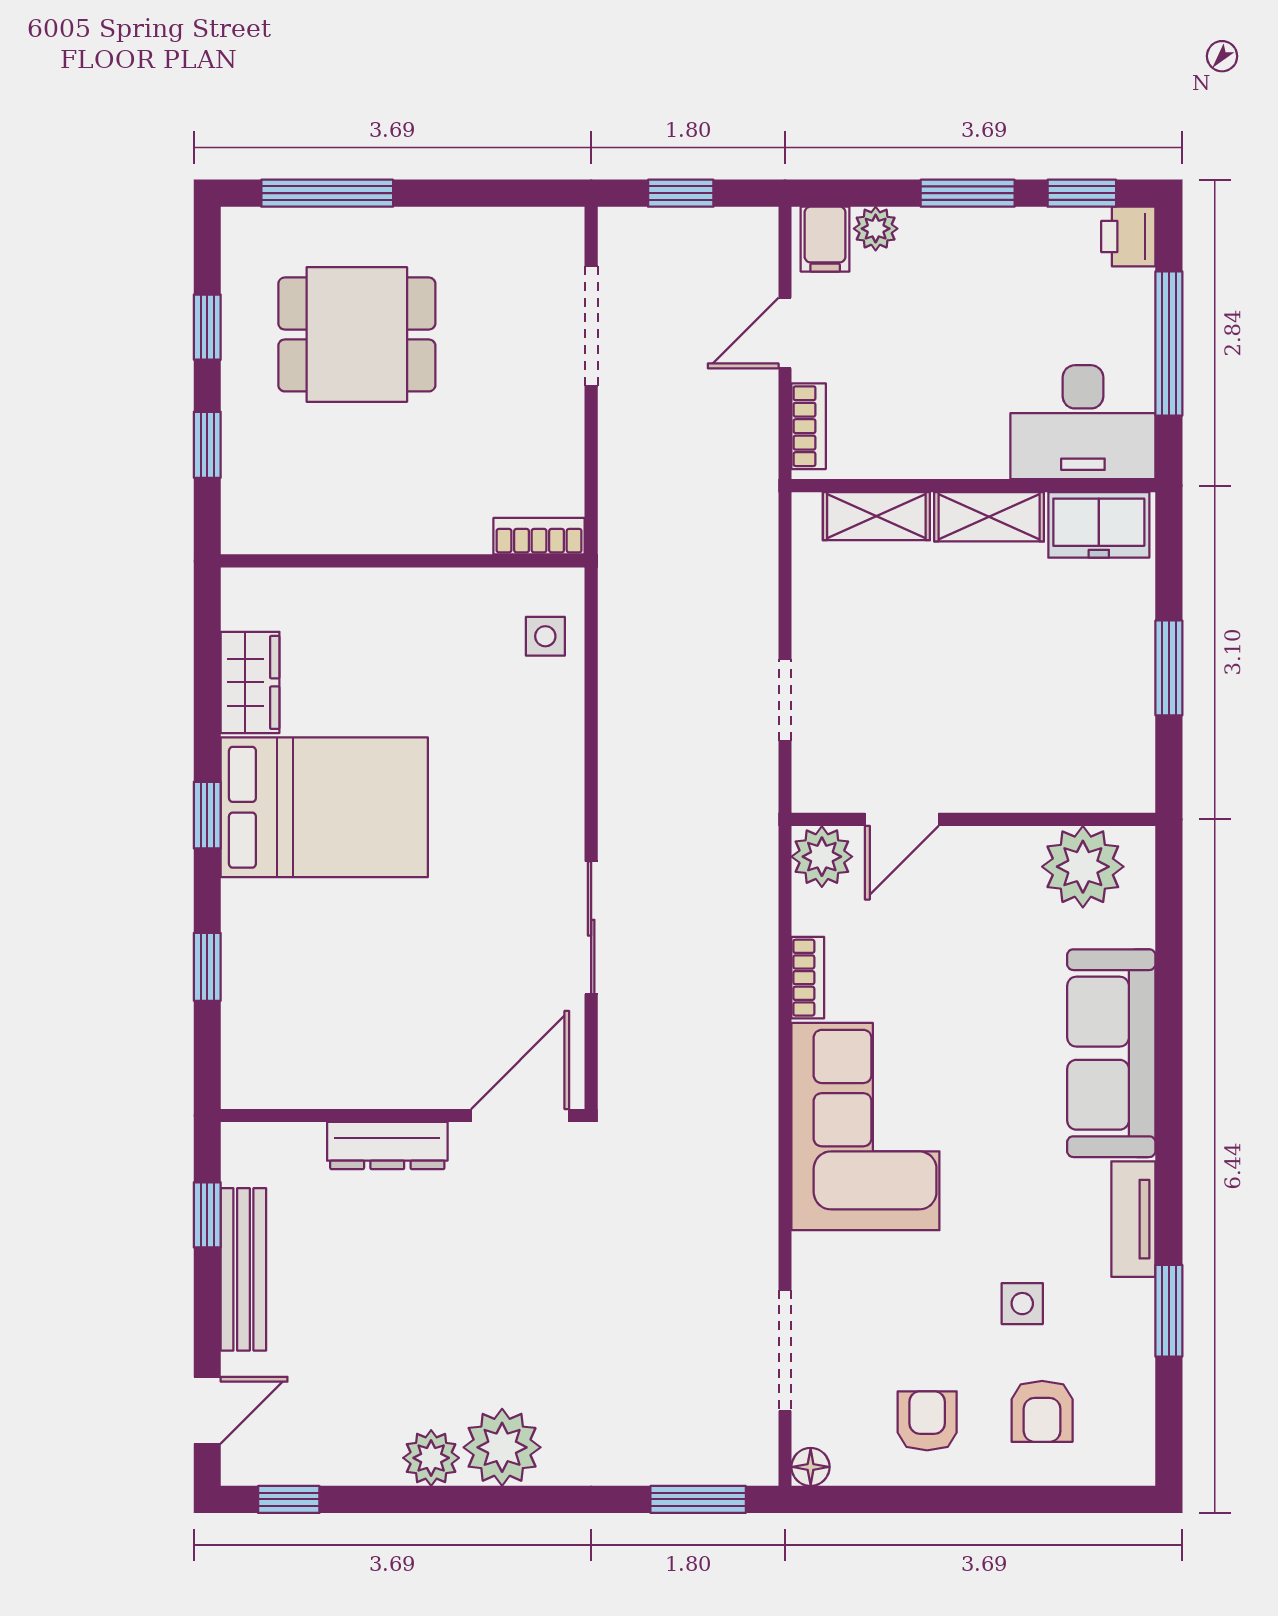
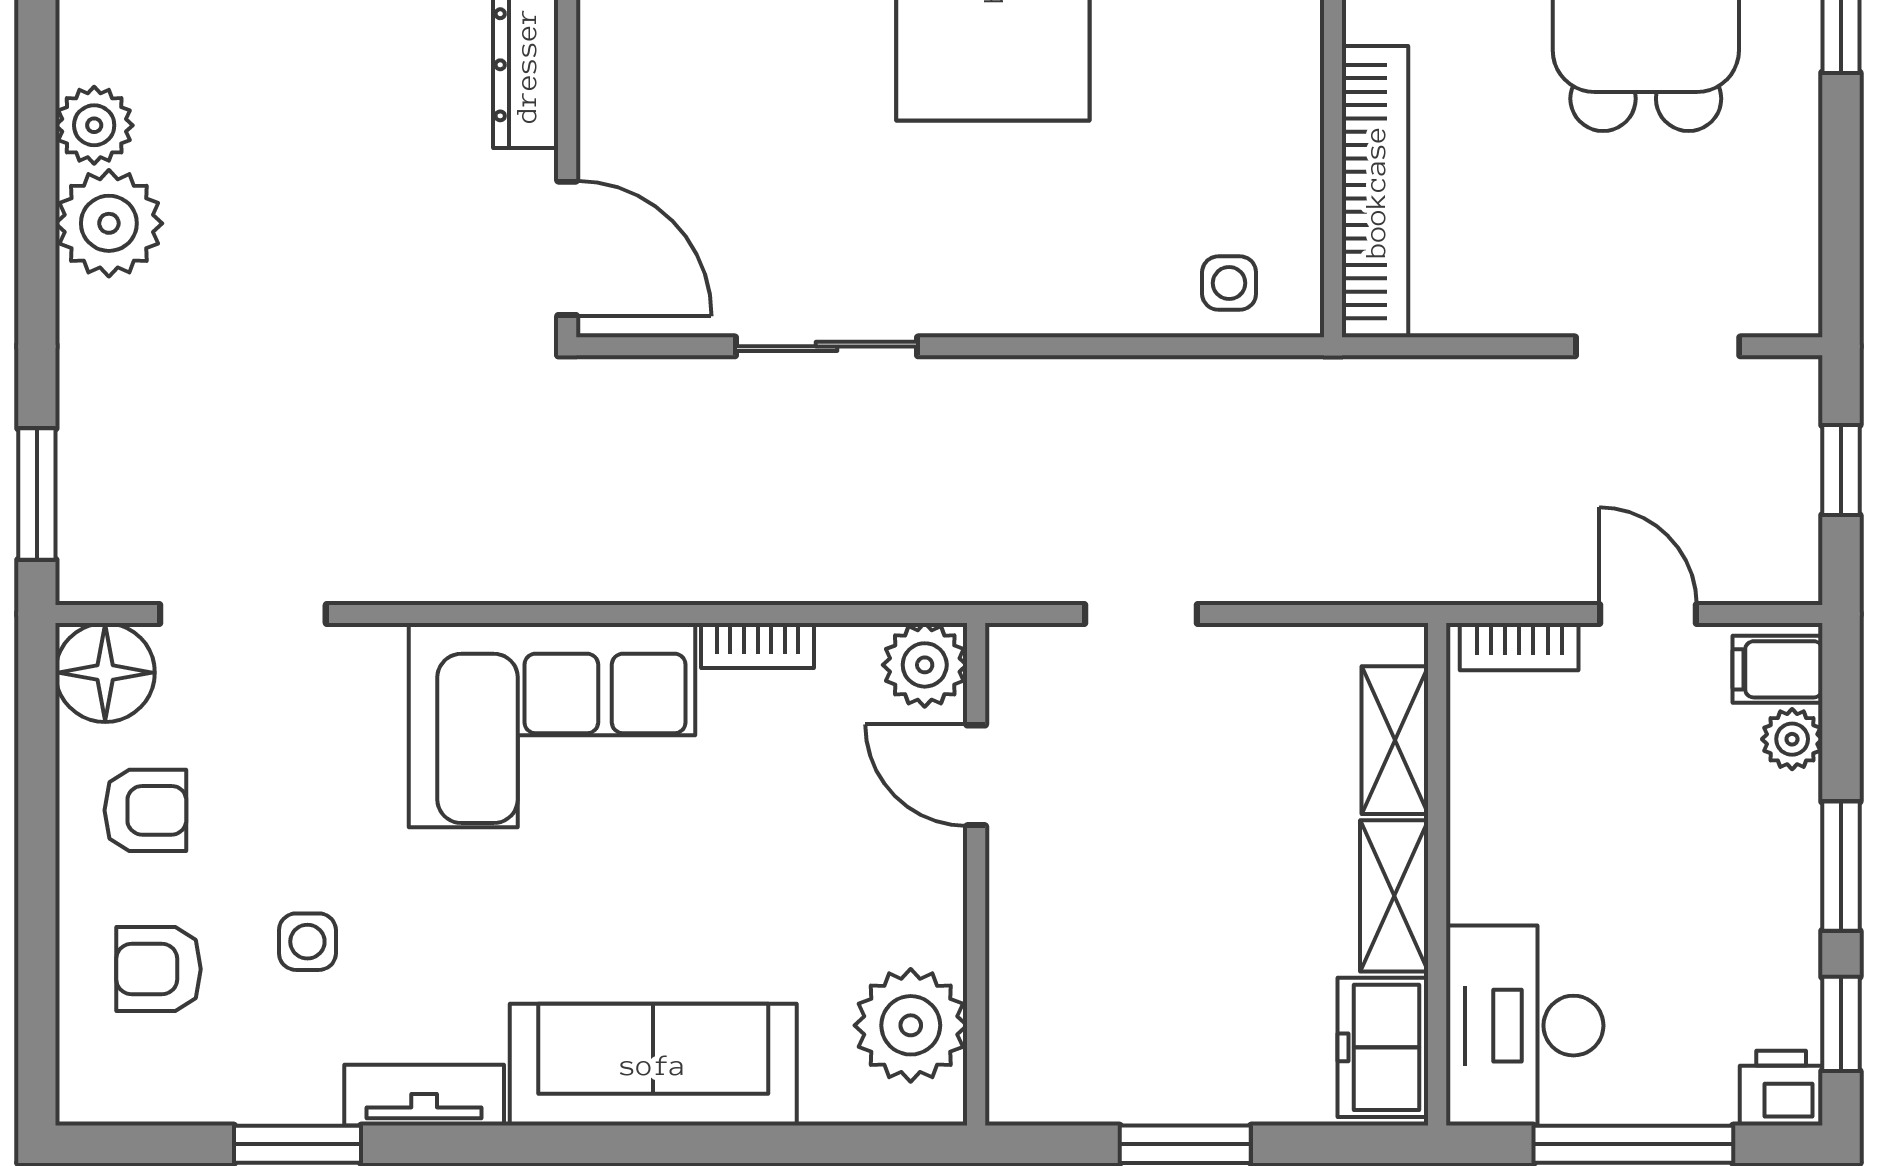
bookcase: (539, 536) -> (1375, 192), width x2.31, depth x1.31
floor lamp: (811, 1467) -> (105, 673), width x1.89, depth x1.89

